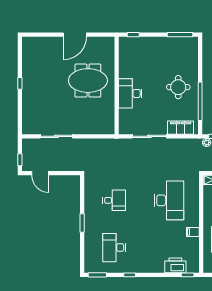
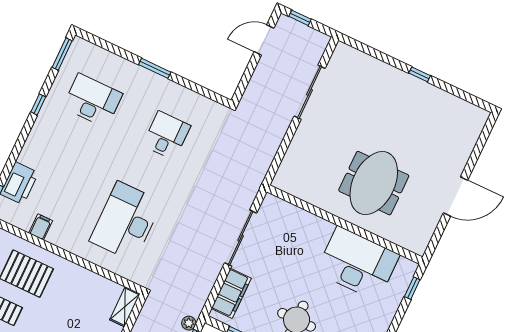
door: (75, 35) -> (456, 196), swing flipped
desk: (130, 93) -> (358, 263), moved, width x1.36, depth x1.30
desk: (114, 200) -> (166, 135), turned 180
desk: (169, 200) -> (126, 221), turned 90
filing cabinet: (193, 232) -> (41, 227), moved

